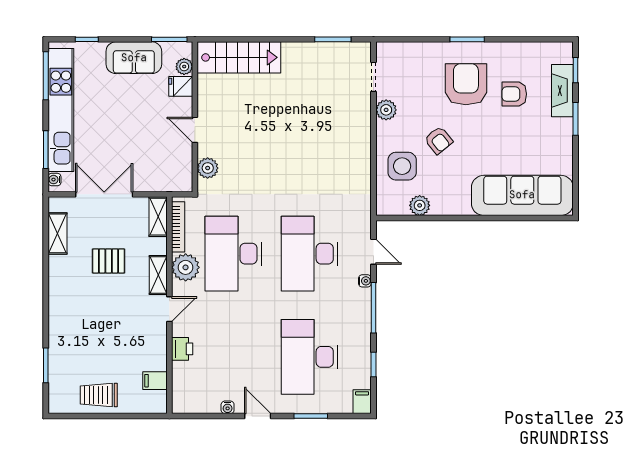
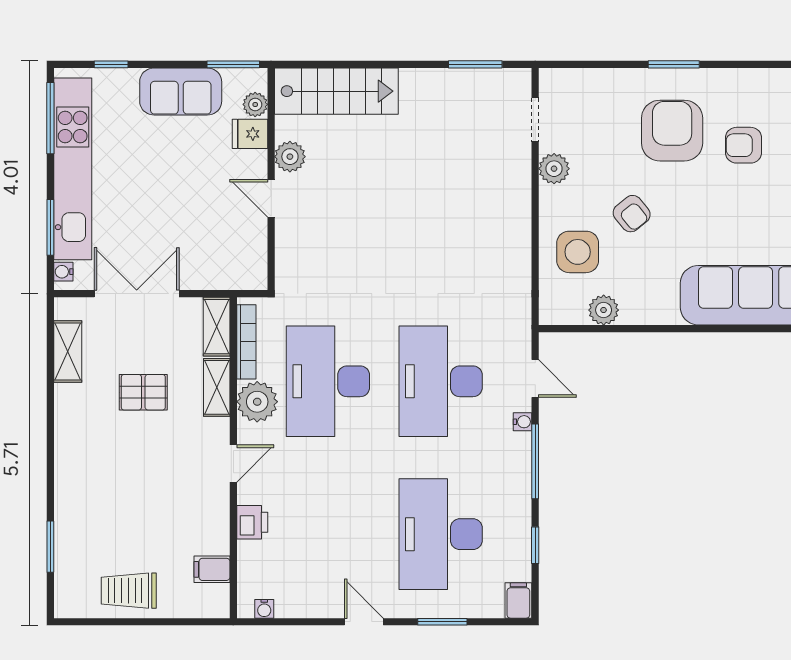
plant: (208, 168) -> (290, 157), moved
shelving: (158, 275) -> (217, 387), moved
water cooler: (228, 407) -> (264, 609), moved

